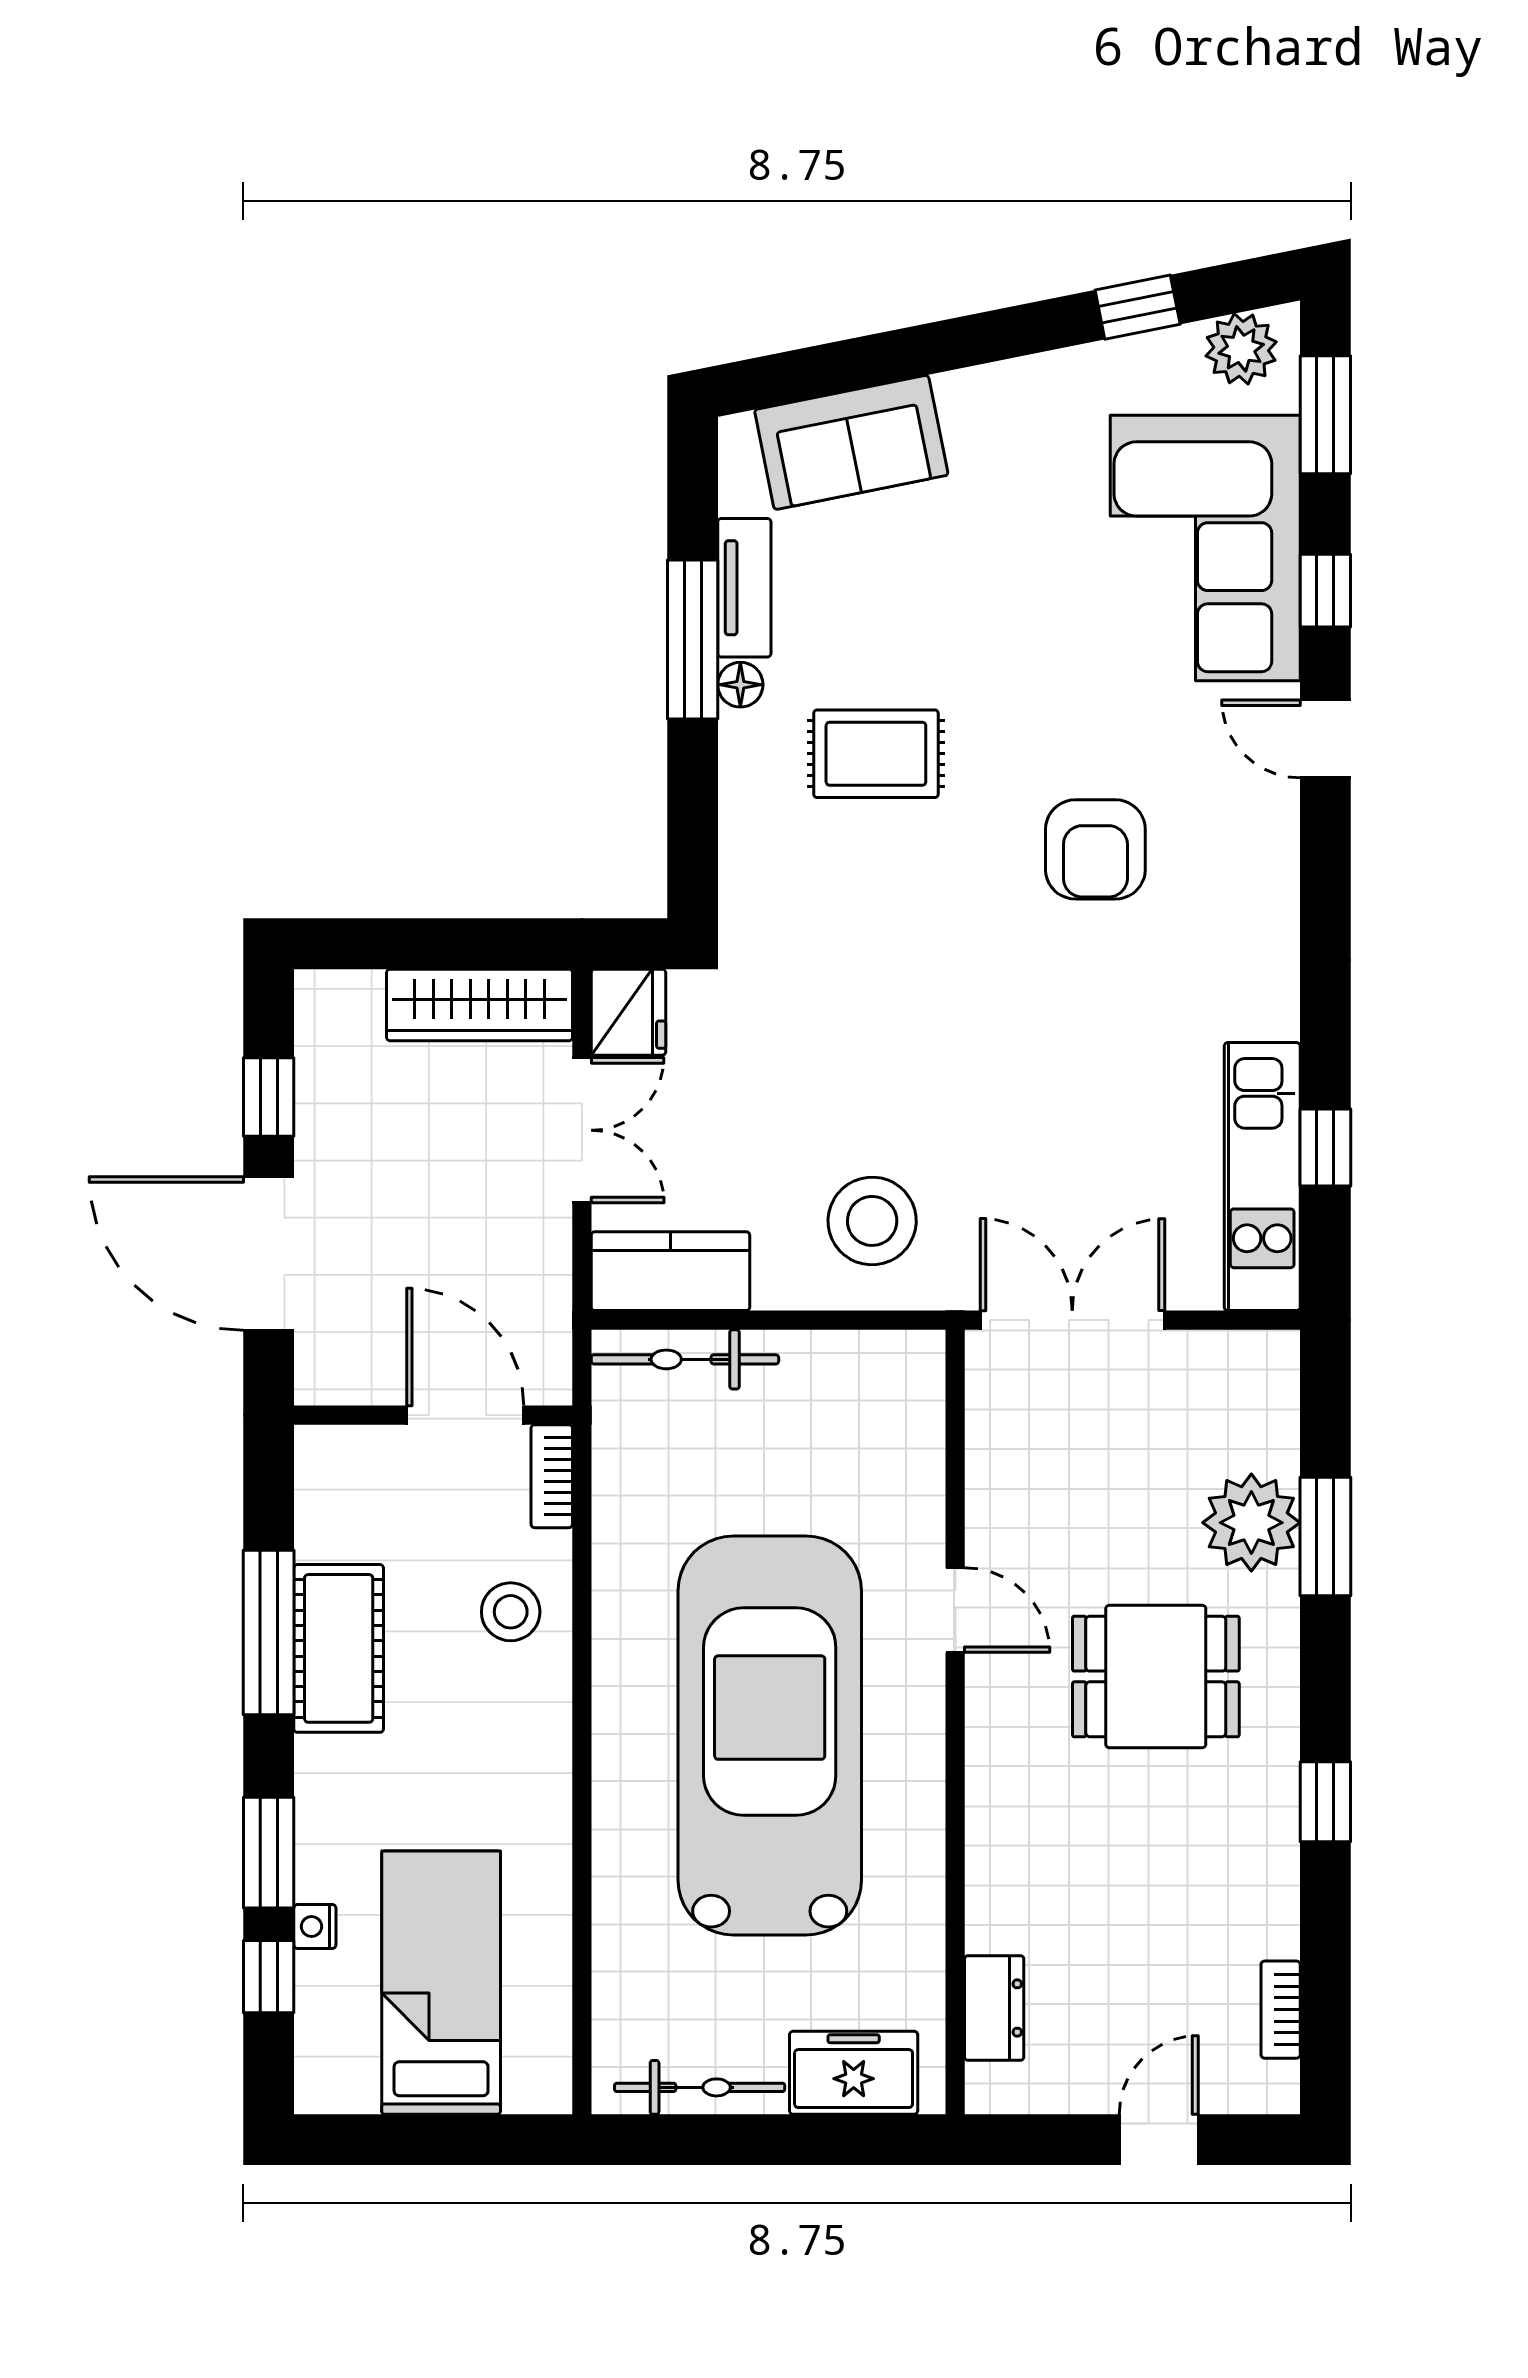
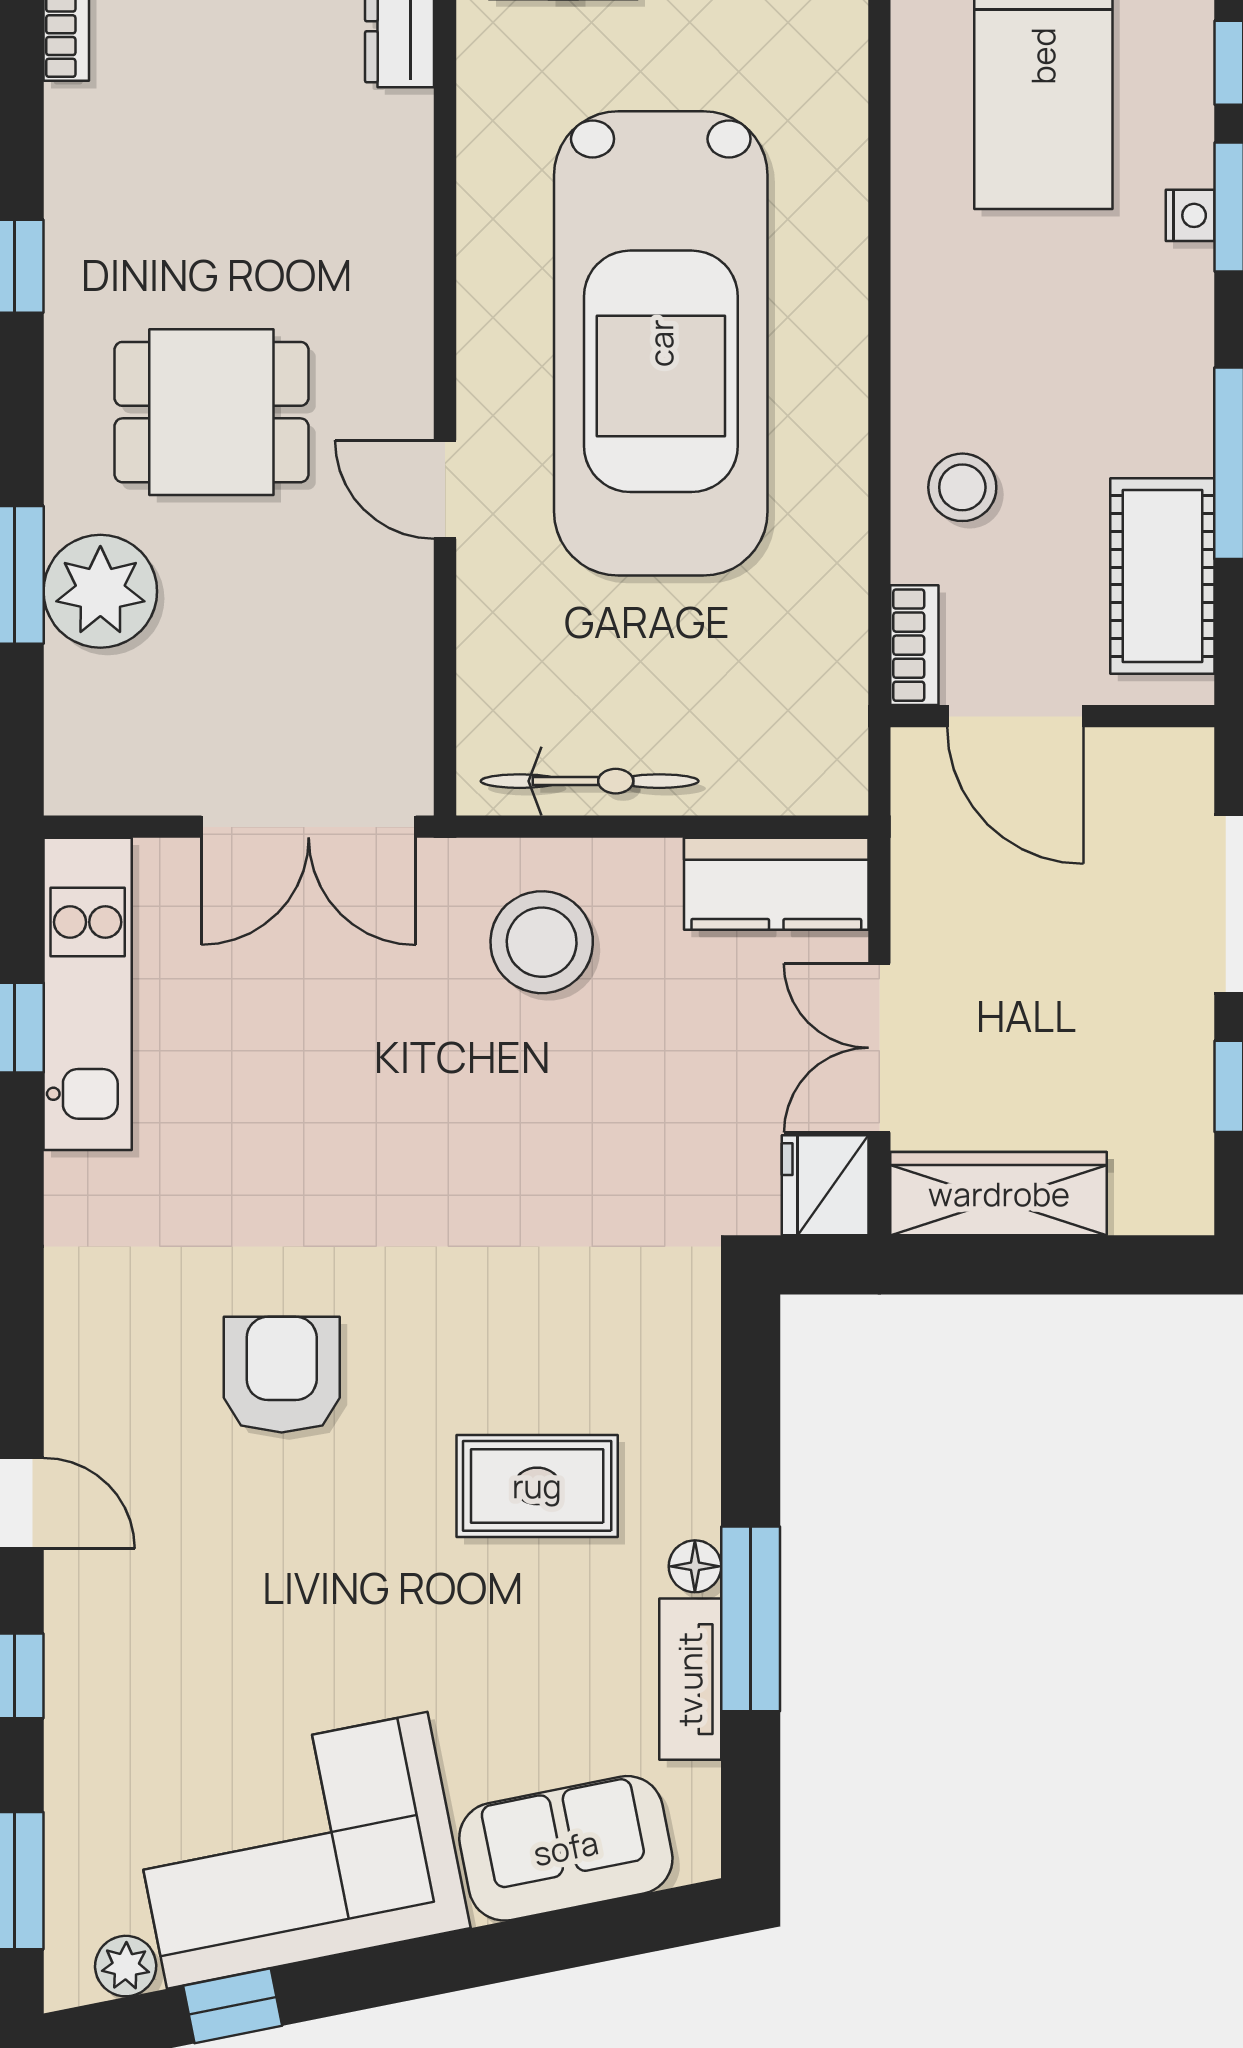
plant: (1241, 349) -> (126, 1966), width x0.73, depth x0.73
corner sofa: (1205, 548) -> (297, 1850), moved, turned -101
bicycle: (685, 1359) -> (590, 781), moved
cot: (339, 1648) -> (1162, 576), moved
nightstand: (315, 1926) -> (1190, 215), moved

